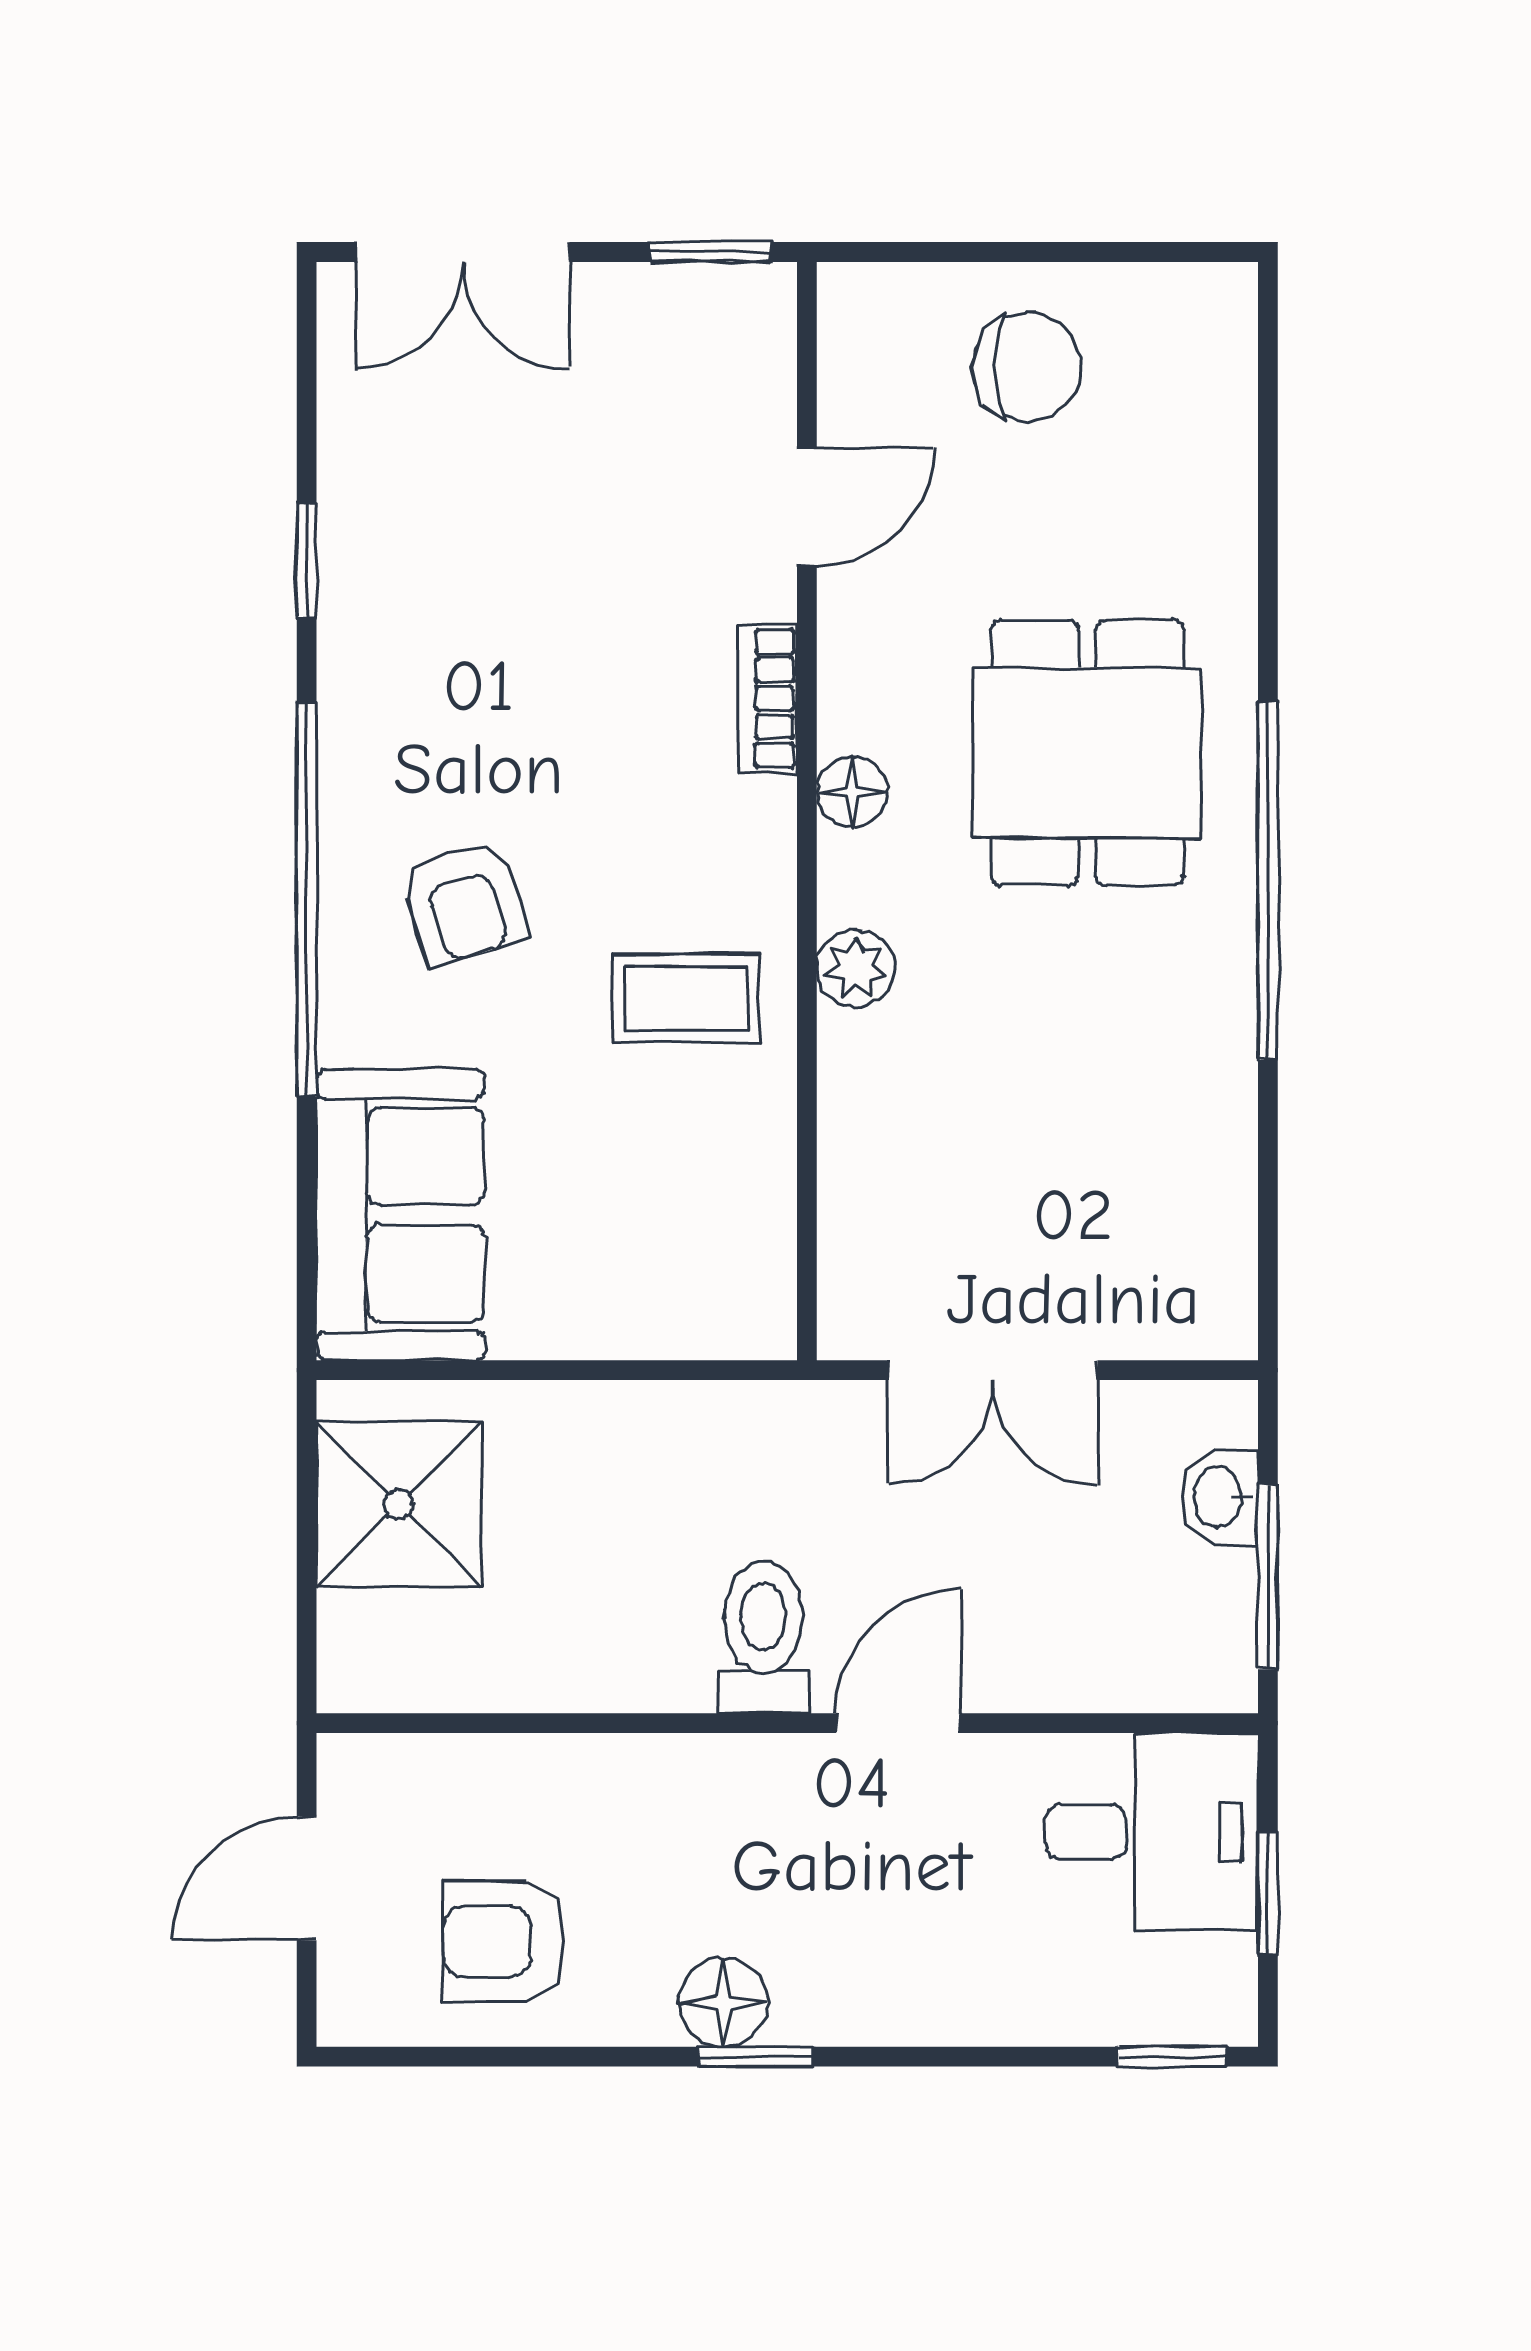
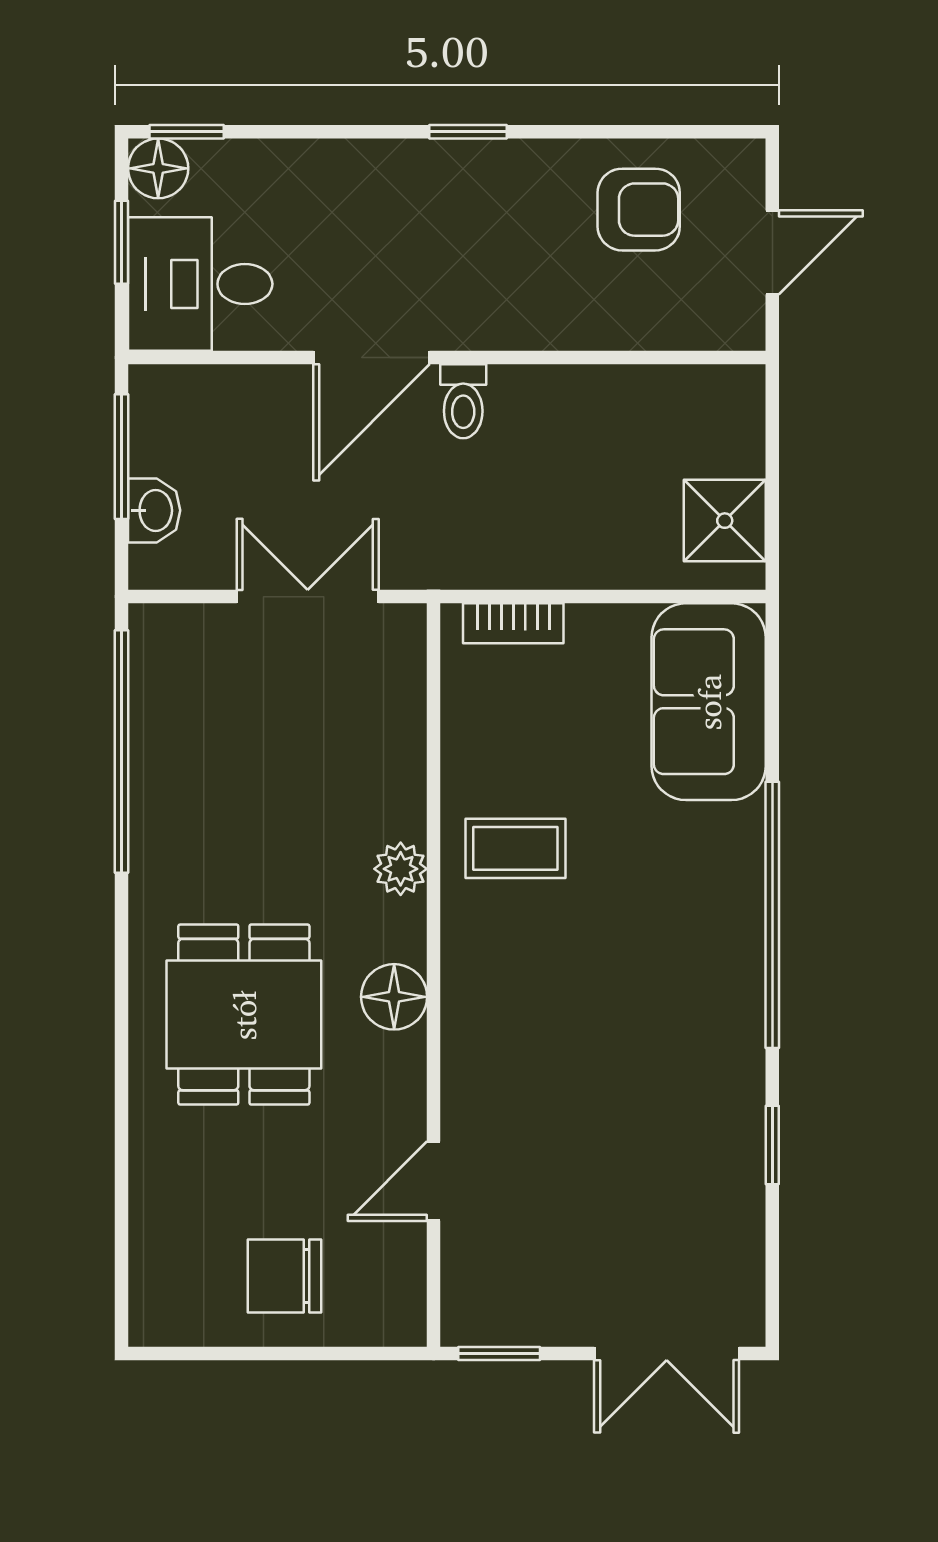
double door: (463, 252) -> (667, 1354), swing flipped
bookcase: (767, 698) -> (513, 623), moved, turned 90
floor lamp: (852, 792) -> (394, 997), width x1.37, depth x1.37
window: (1268, 881) -> (121, 752), moved
armchair: (464, 902) -> (666, 913), removed
shower: (399, 1504) -> (725, 521), width x0.73, depth x0.73
toilet: (763, 1637) -> (463, 401), width x0.73, depth x0.72
door: (899, 1723) -> (371, 357), width x1.38
floor lamp: (723, 2002) -> (158, 168), moved

